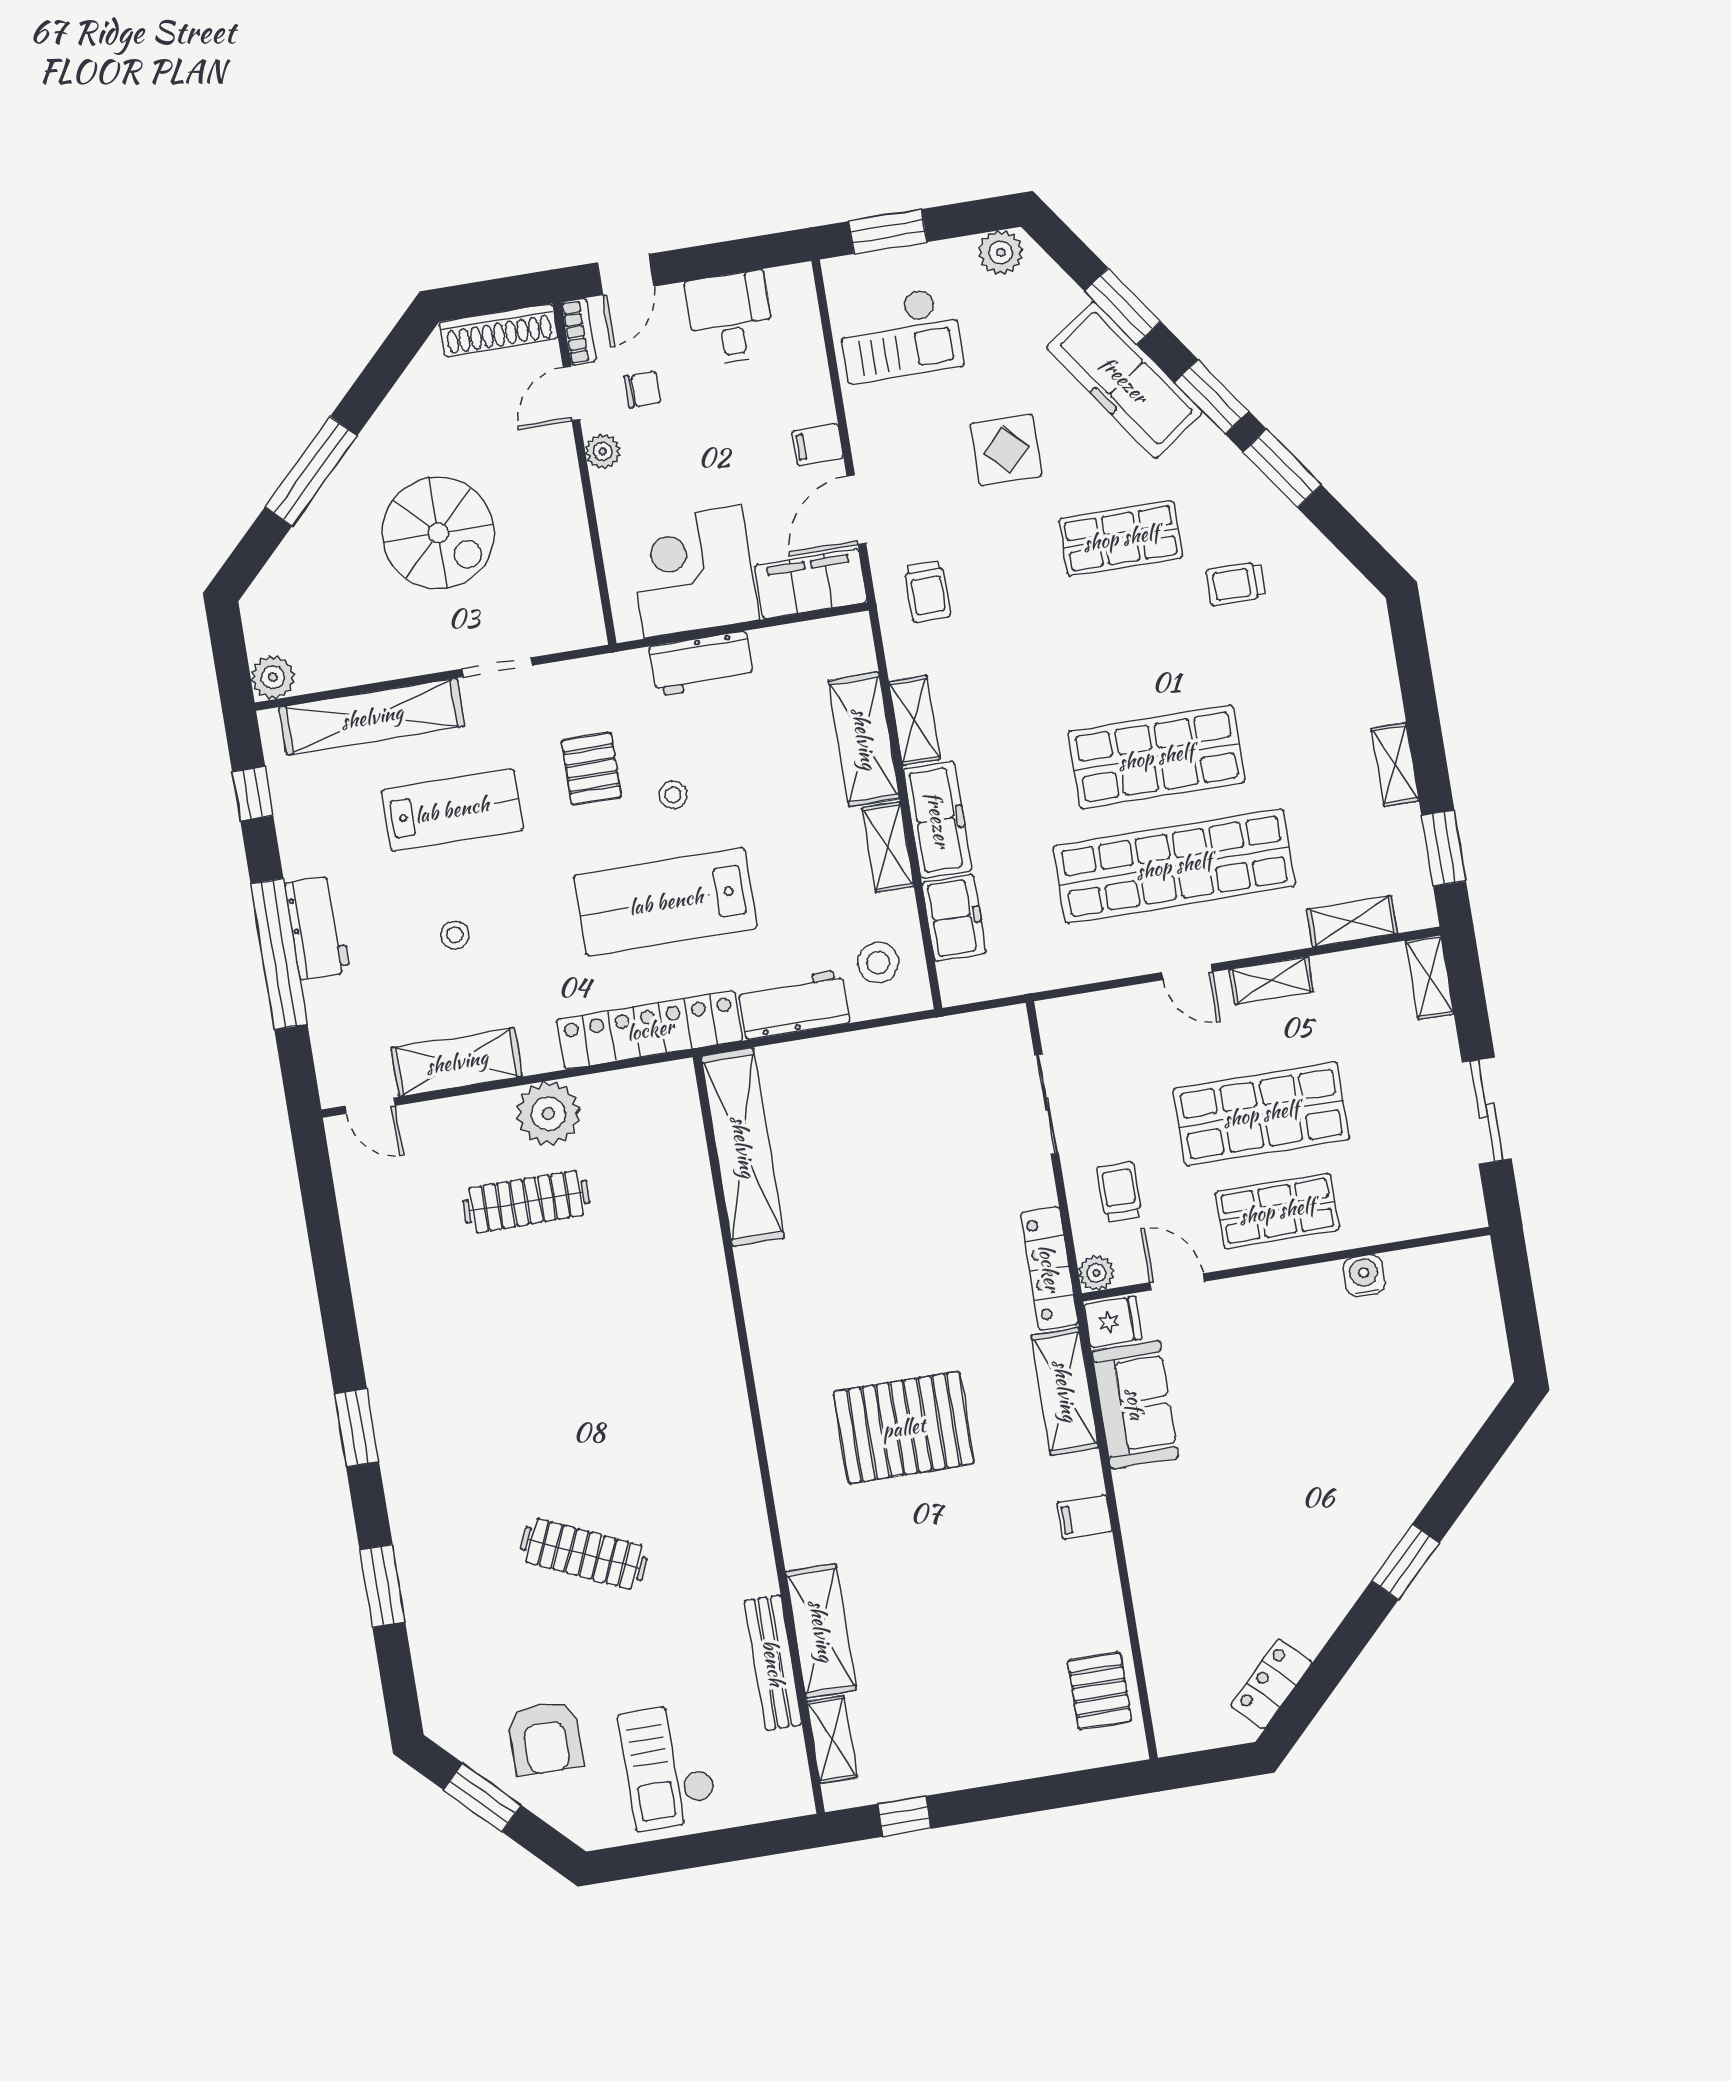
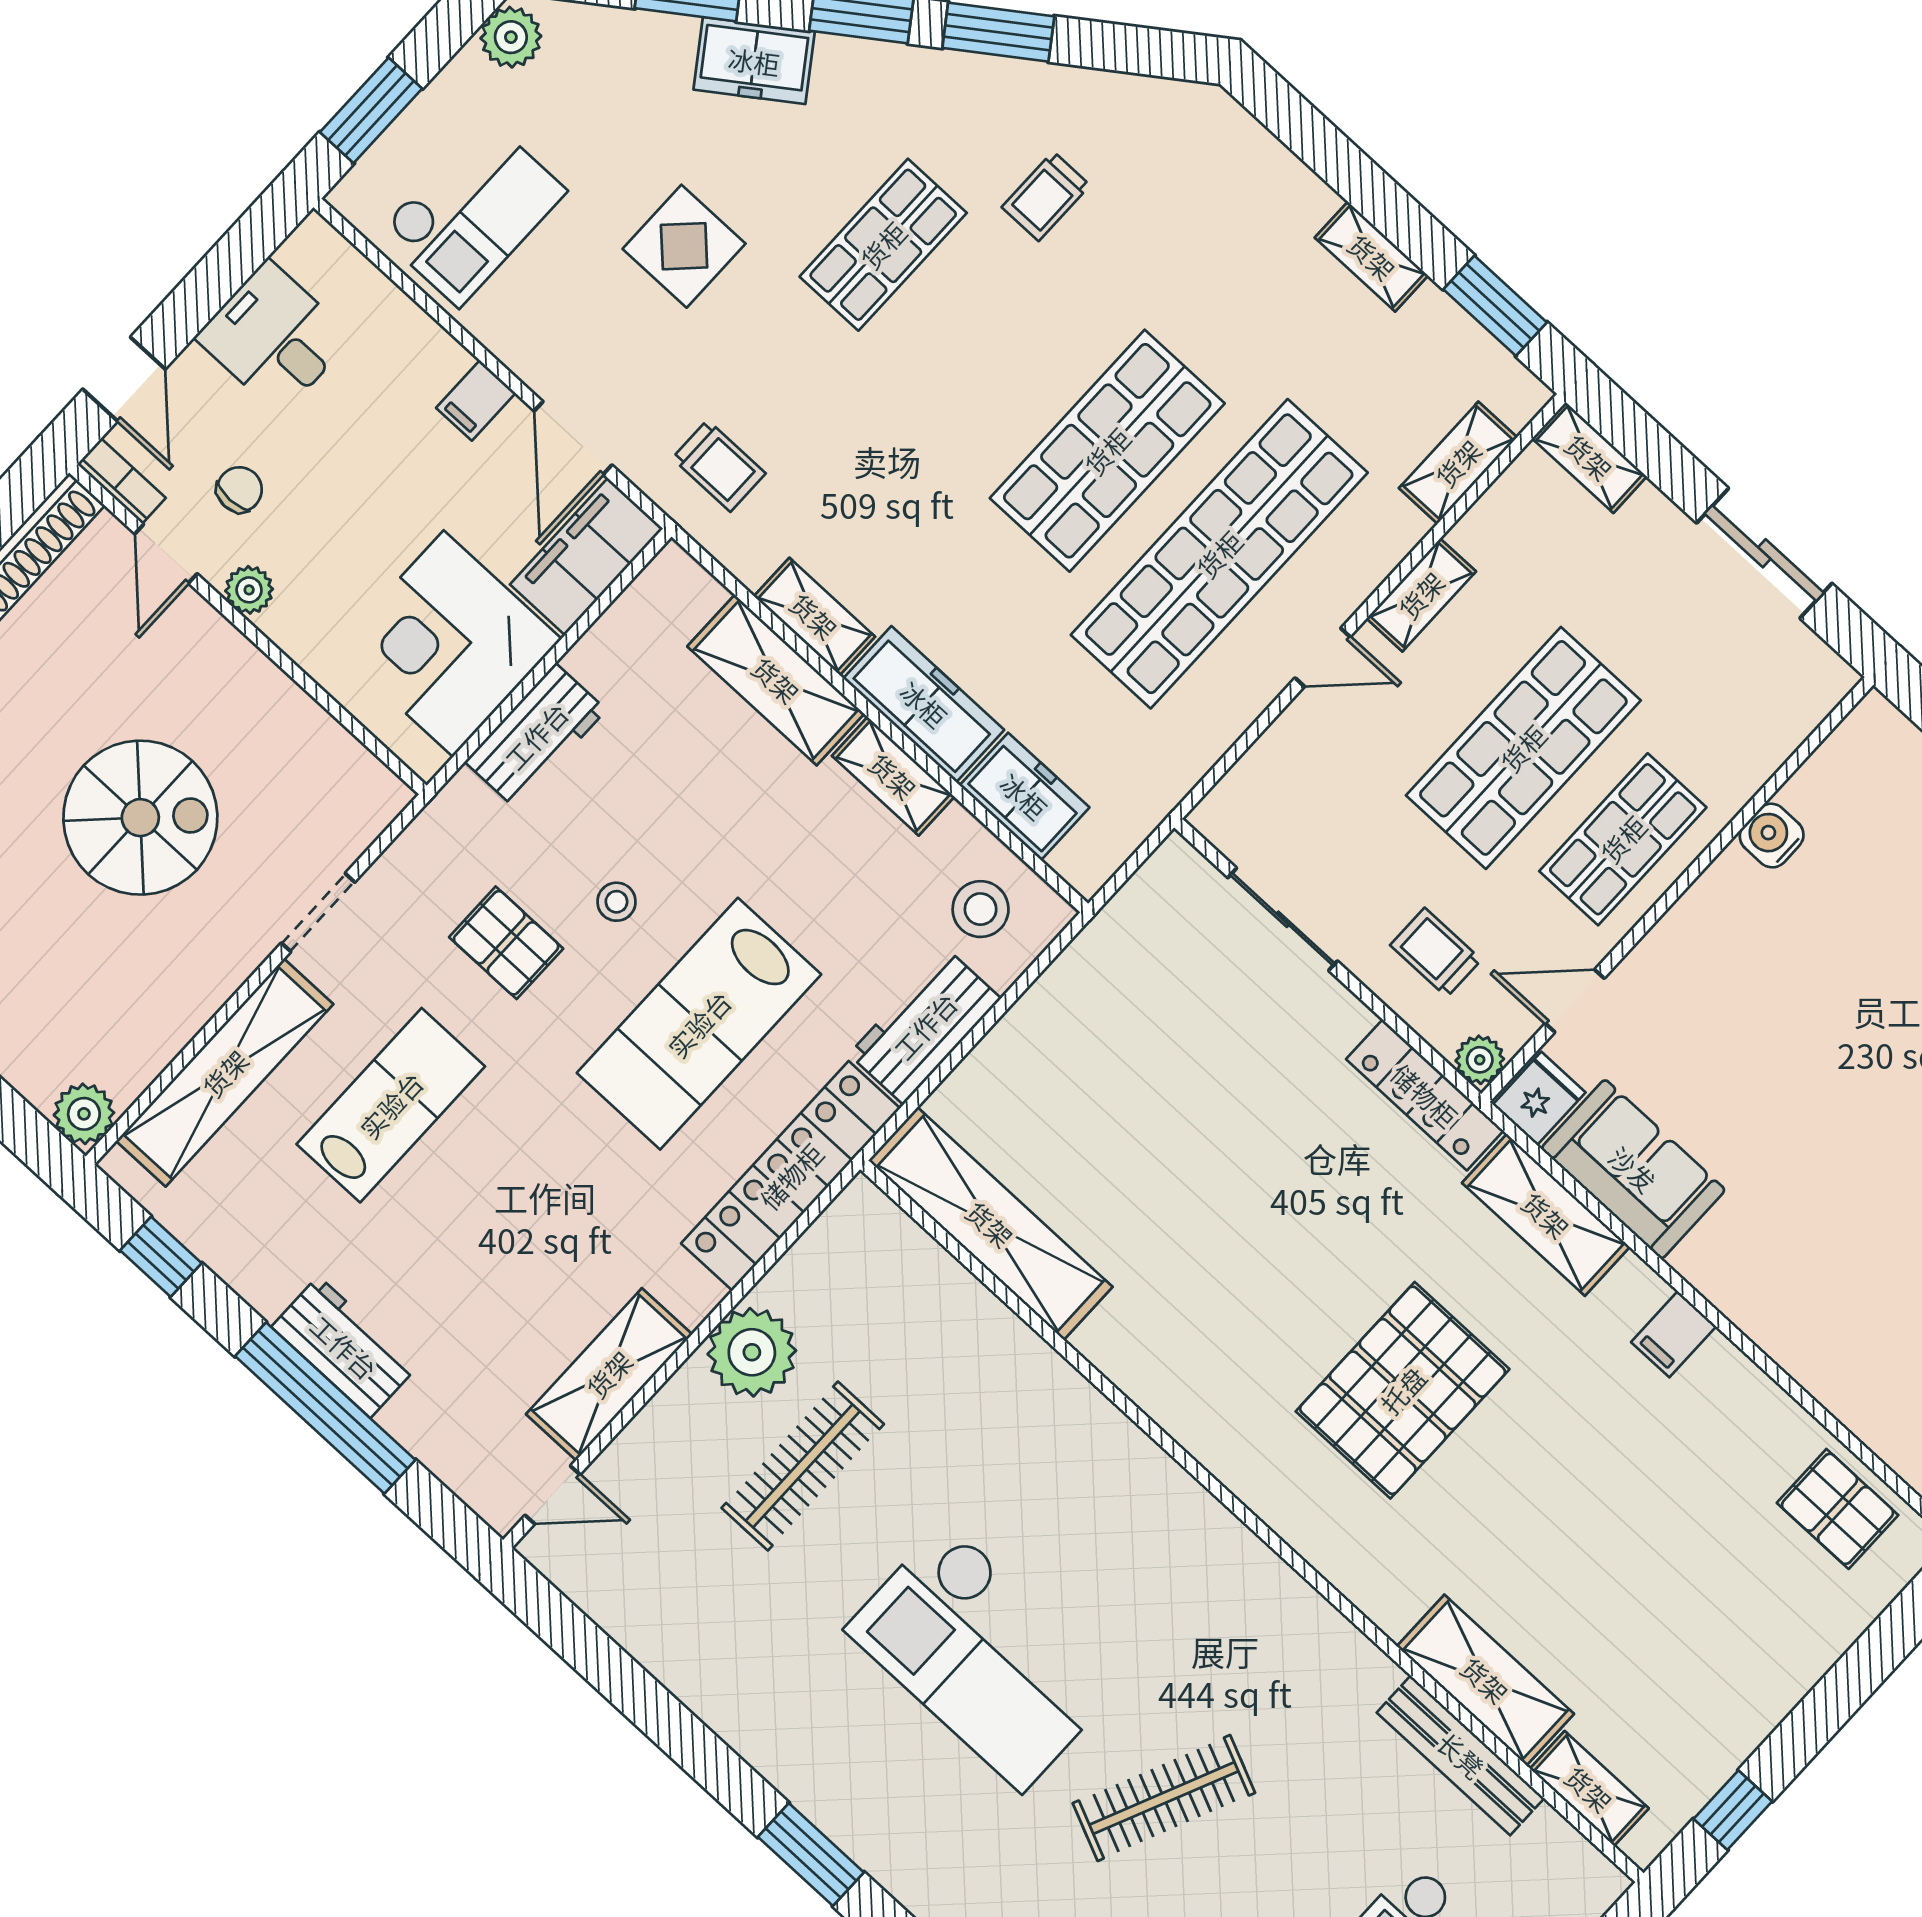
freezer: (1124, 380) -> (754, 61), width x0.52, depth x0.79
stool: (455, 935) -> (499, 1238), removed
checkout: (545, 1392) -> (984, 1656), added

